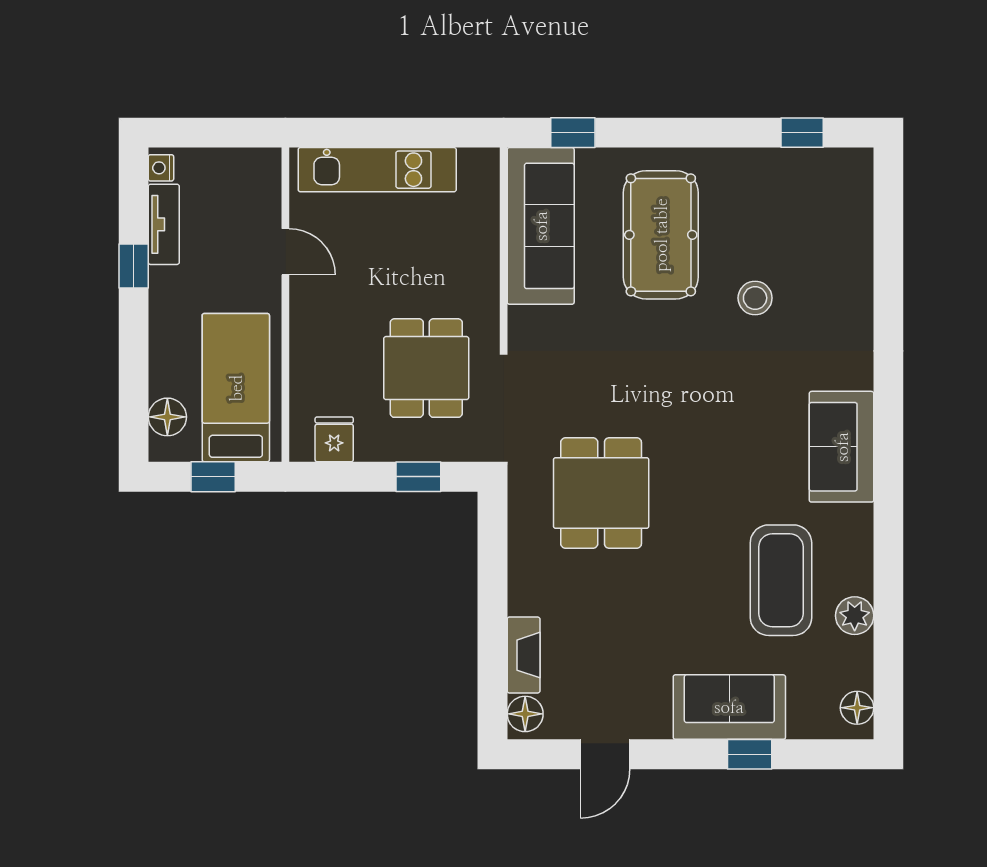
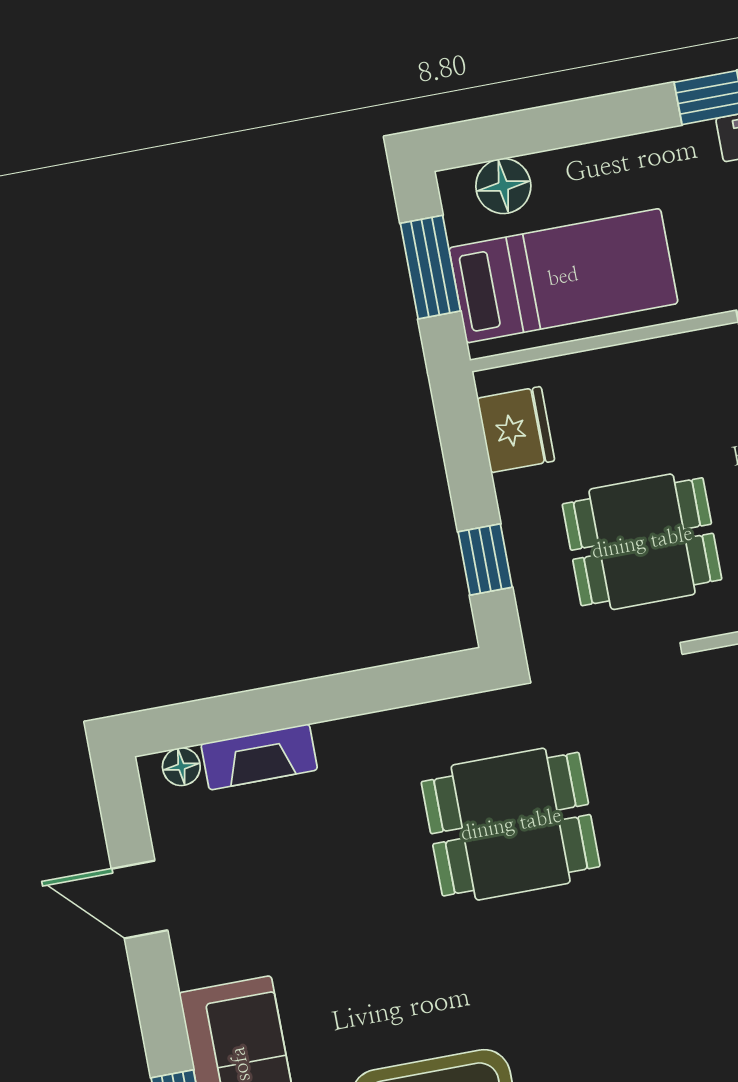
fridge: (334, 439) -> (516, 430), width x1.38
window: (213, 477) -> (430, 267), width x1.50
floor lamp: (525, 714) -> (181, 767), width x0.73, depth x0.73

